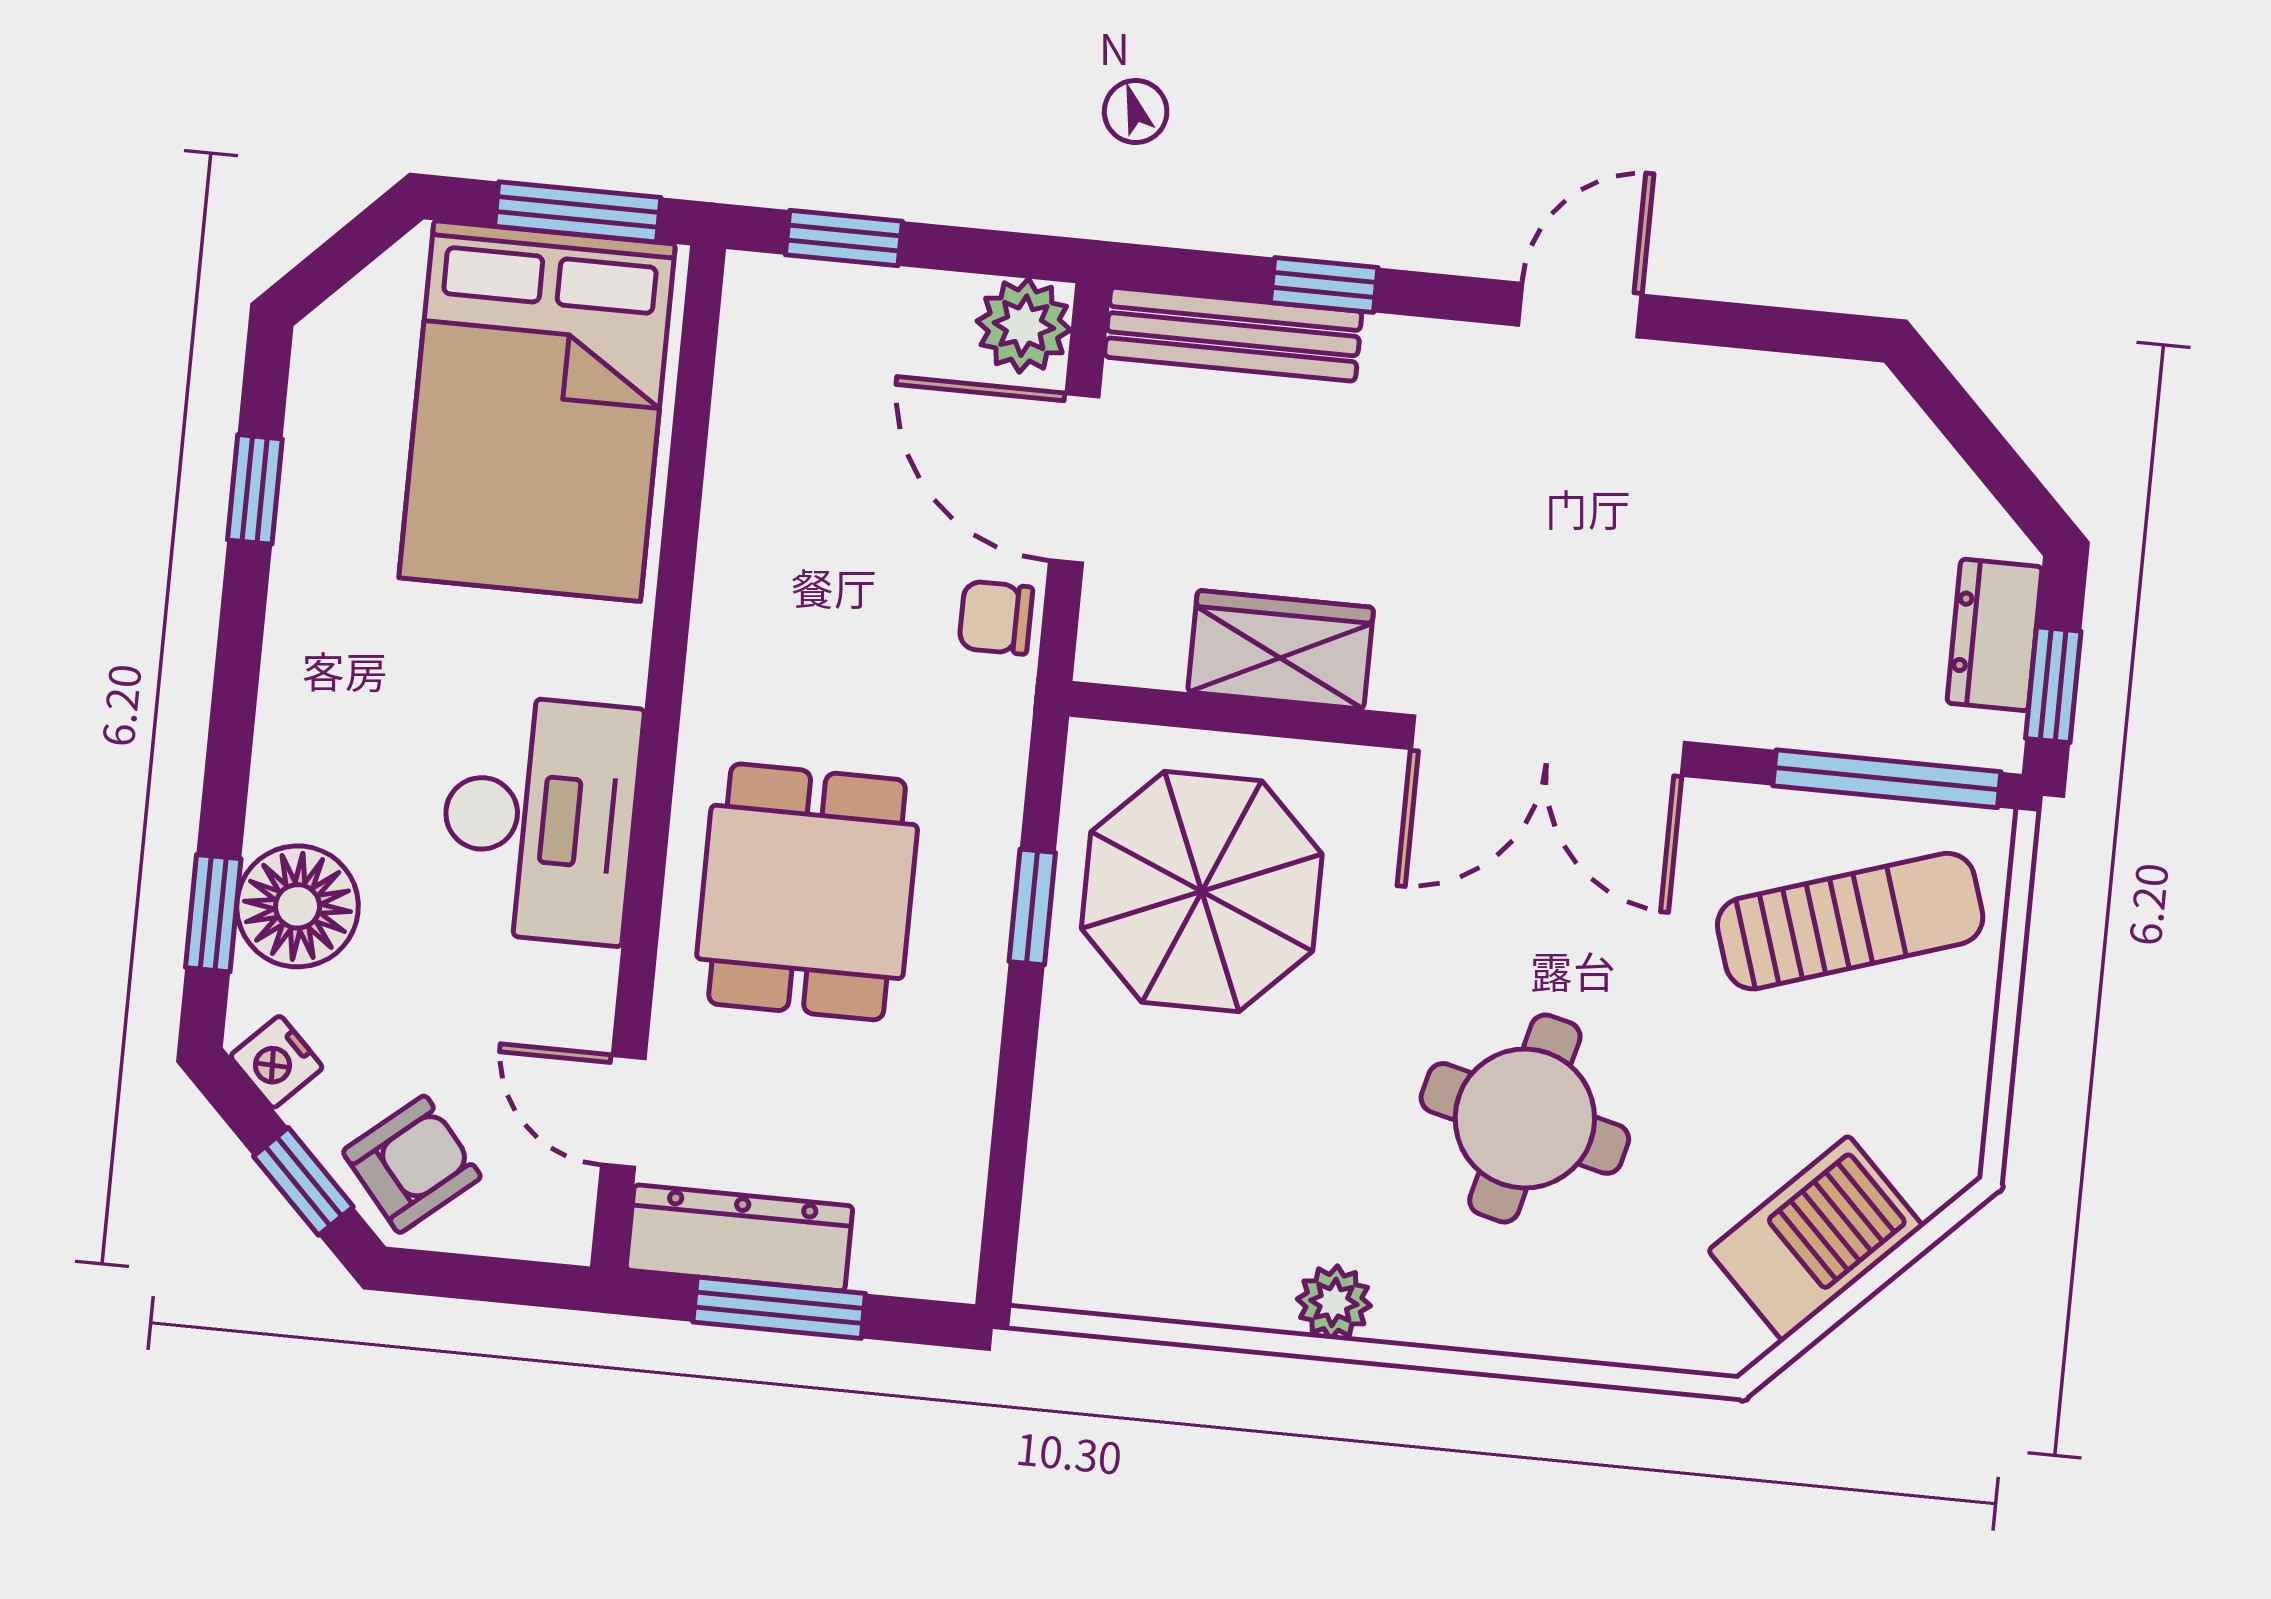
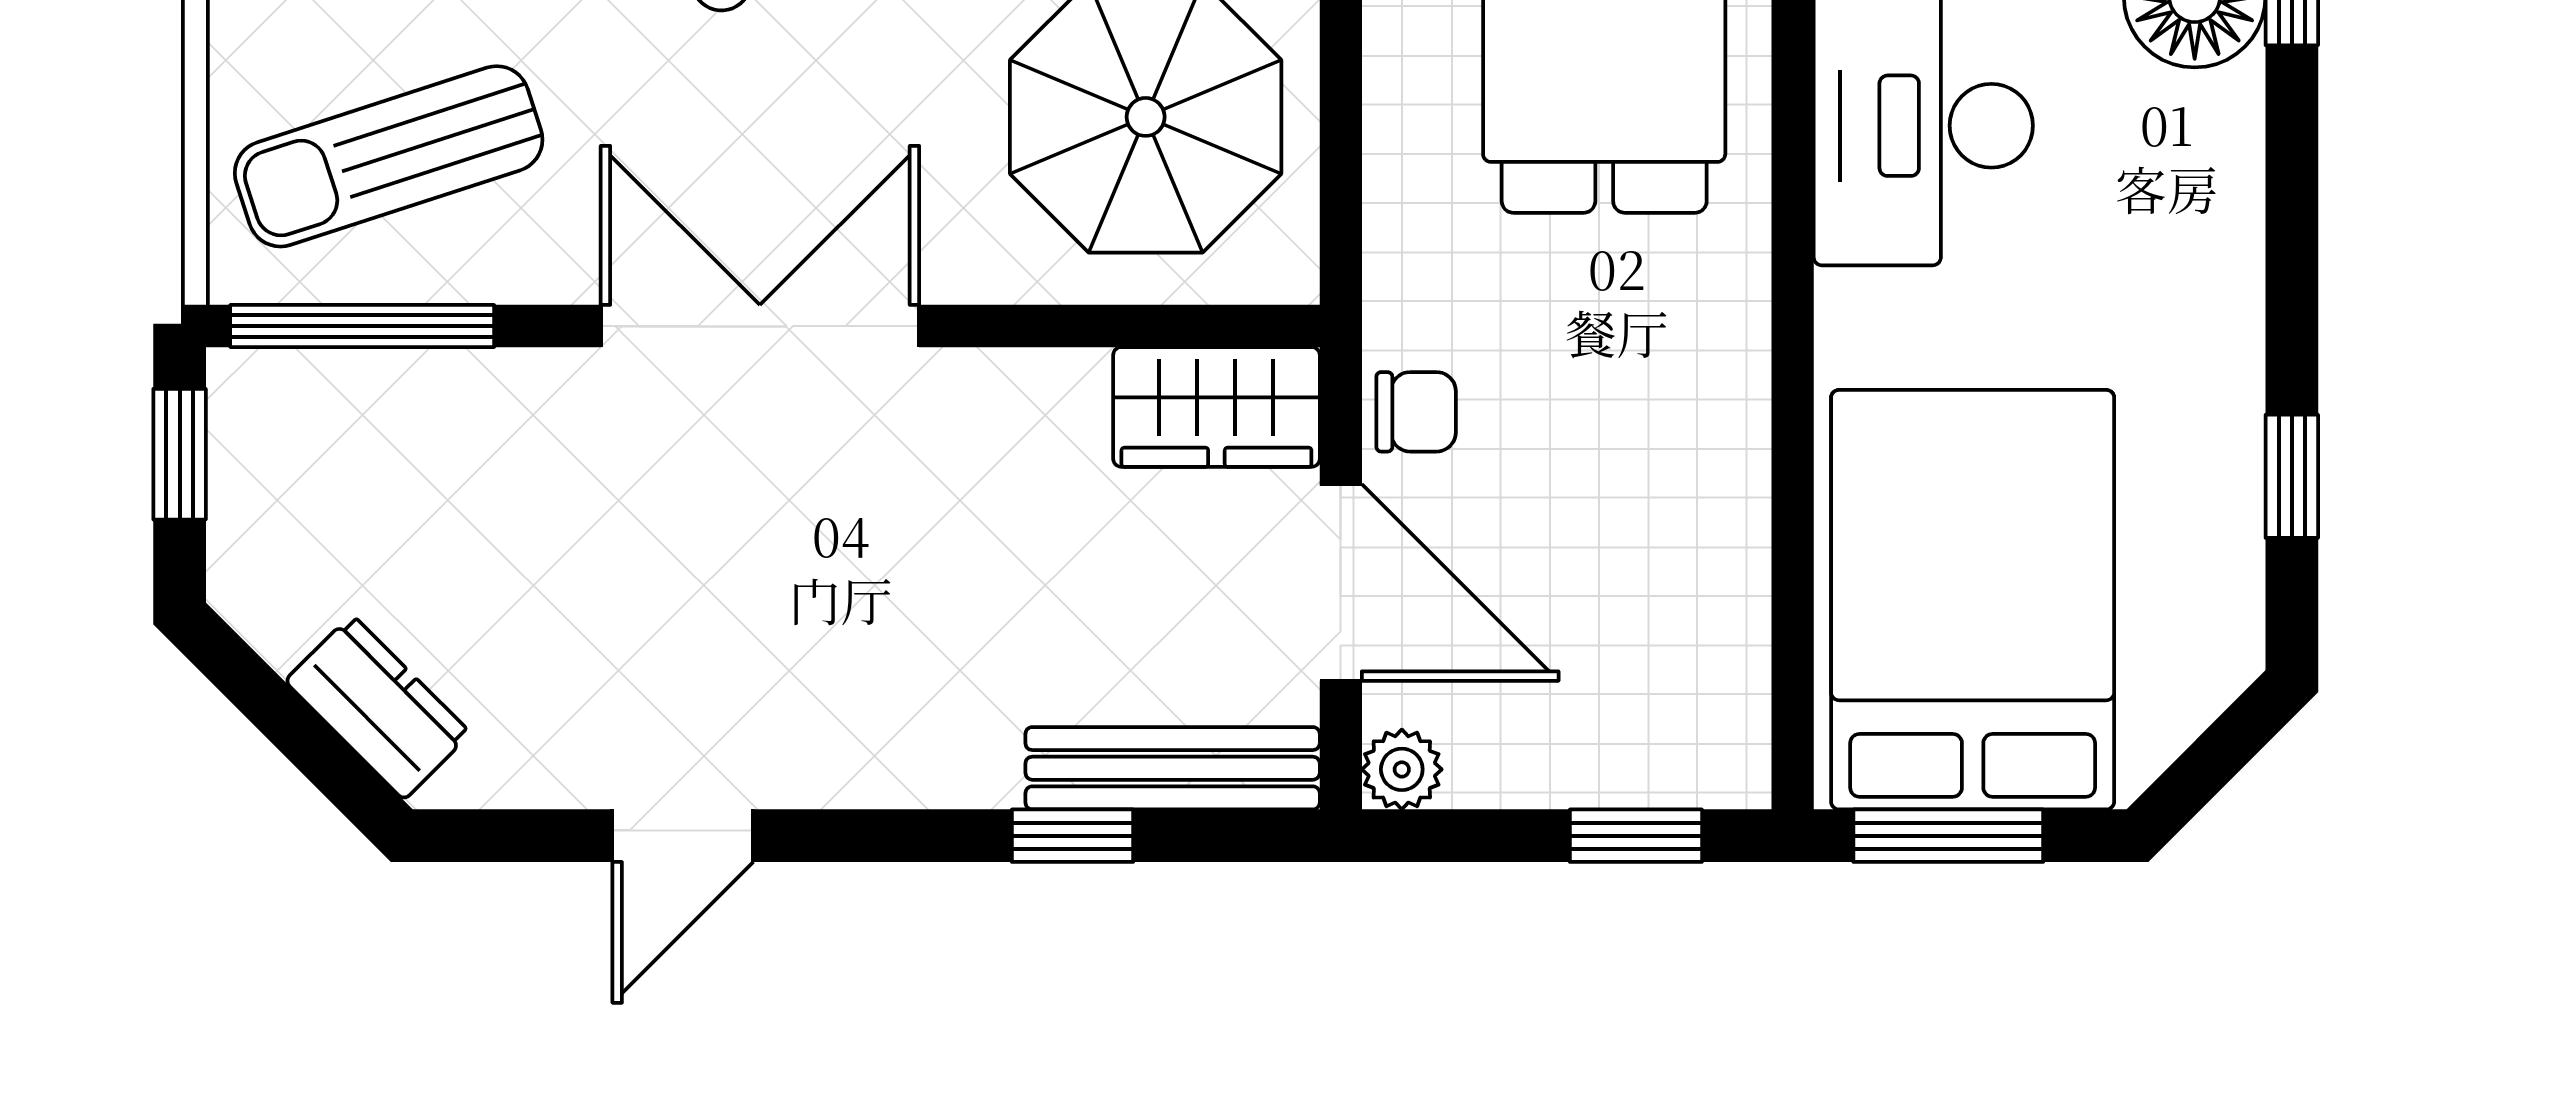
door: (1580, 310) -> (683, 836), moved
plant: (1024, 326) -> (1402, 769), width x0.73, depth x0.73
dresser: (1995, 635) -> (378, 707), moved, turned -45
wardrobe: (1281, 650) -> (1216, 407), moved
window: (1032, 907) -> (1341, 80), removed

